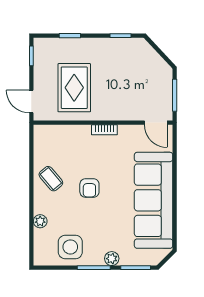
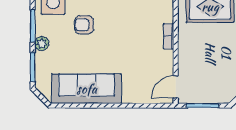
armchair: (89, 188) -> (84, 25), moved
sofa: (154, 200) -> (87, 89), width x0.74, depth x0.79

